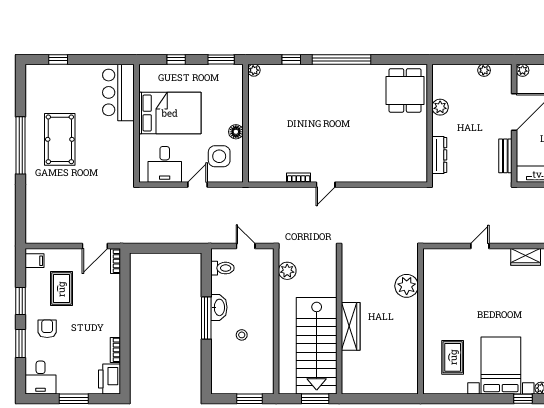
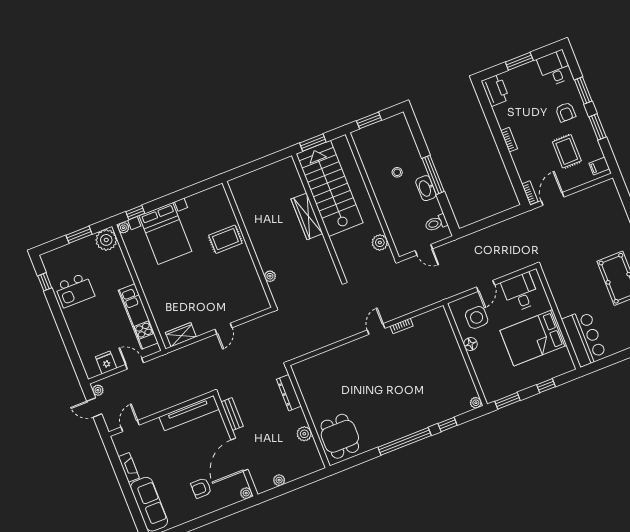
plant: (407, 286) -> (270, 276), width x0.53, depth x0.53
bookcase: (115, 350) -> (509, 140), moved
rug: (453, 357) -> (225, 239), moved, turned 90

